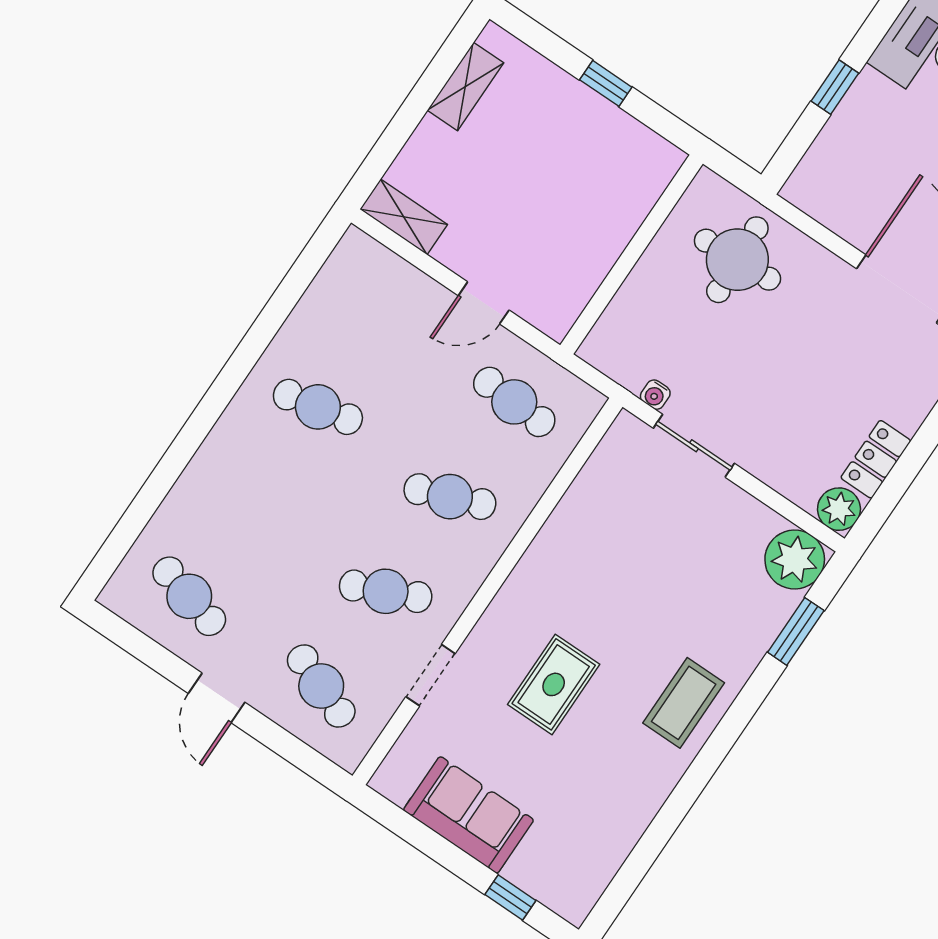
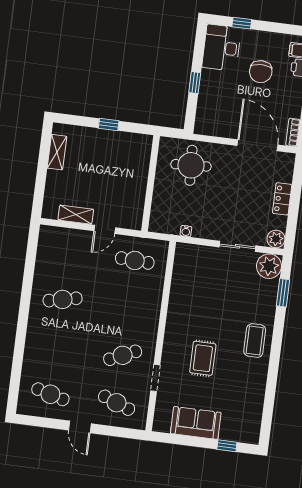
shelving: (404, 217) -> (76, 215), moved
sliding door: (694, 446) -> (237, 246), moved
locker: (876, 459) -> (282, 199), moved
cafe table: (450, 497) -> (129, 308), removed

